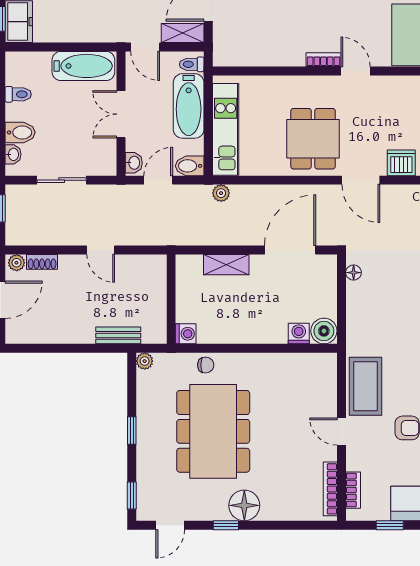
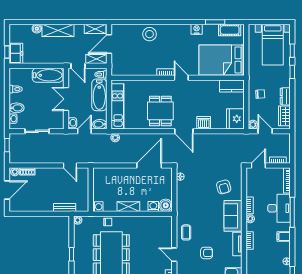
door: (101, 250) -> (70, 166), moved
shelving: (226, 265) -> (128, 207), moved
coffee table: (365, 386) -> (186, 232), width x0.54, depth x0.58

